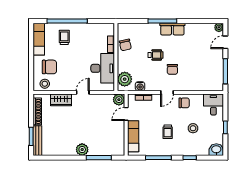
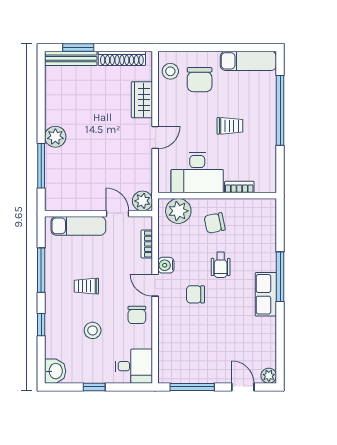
trolley: (64, 37) -> (230, 126), moved
chair: (125, 45) -> (215, 223), moved
water cooler: (140, 86) -> (166, 265), moved
door: (83, 92) -> (155, 138), hinge flipped

